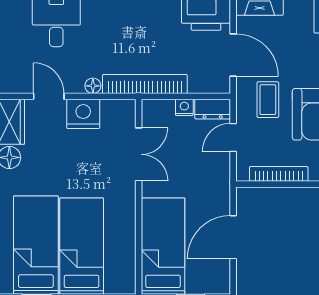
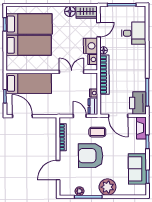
door: (233, 55) -> (118, 116), hinge flipped
nightstand: (112, 109) -> (93, 59), added
double door: (139, 154) -> (72, 72), swing flipped
door: (233, 237) -> (22, 116), moved

